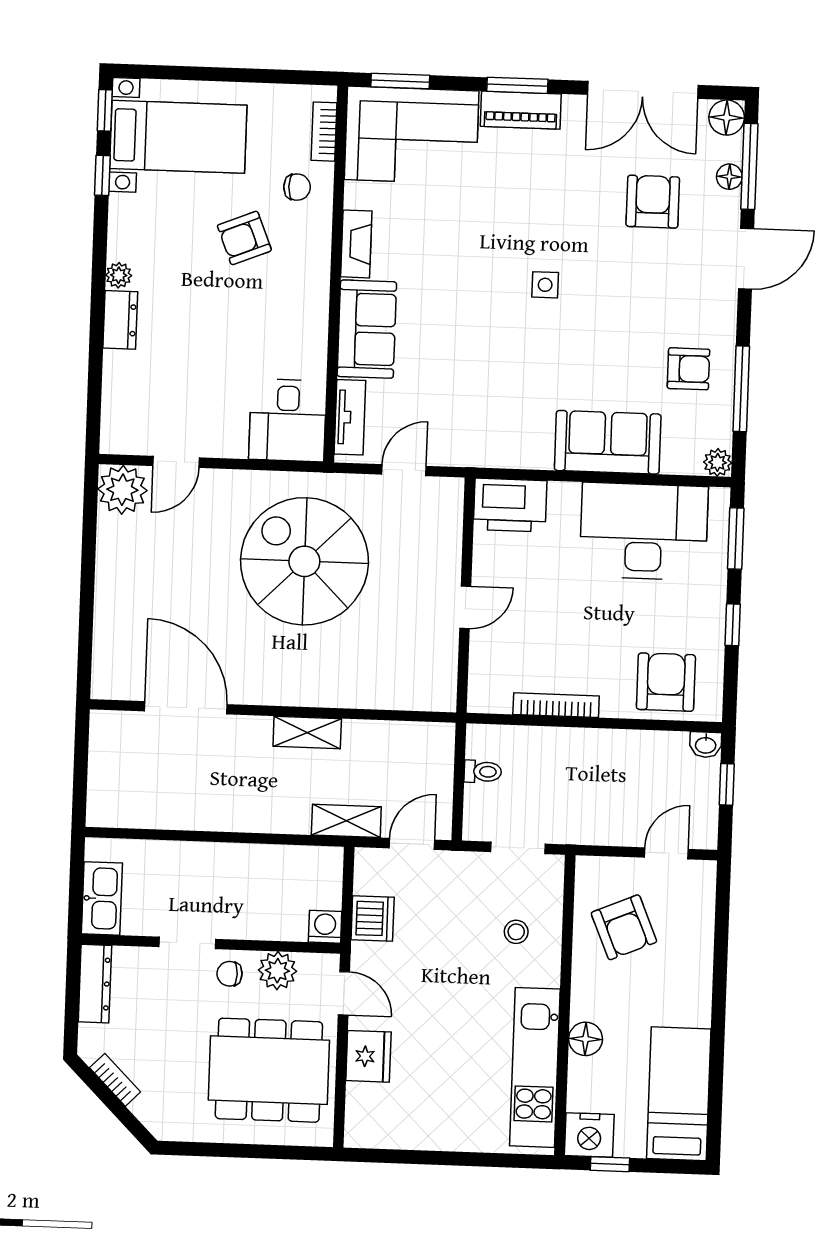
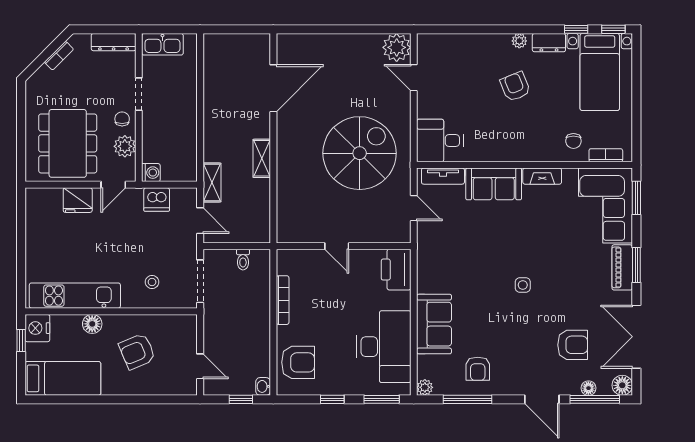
armchair: (244, 238) -> (515, 87), moved
dresser: (120, 320) -> (549, 43), moved
doorway: (518, 848) -> (200, 281), width x1.38
armchair: (624, 927) -> (137, 351), moved

